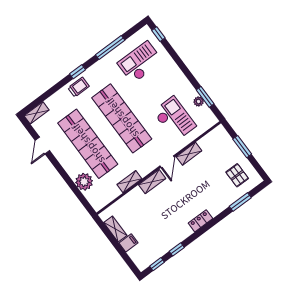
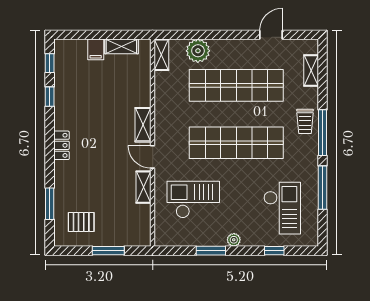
window: (158, 34) -> (274, 251), moved
window: (78, 72) -> (322, 133), width x2.17
window: (205, 97) -> (211, 251), moved
plant: (199, 102) -> (234, 240), moved
shelving: (37, 113) -> (311, 70), moved
checkout: (174, 119) -> (193, 200), turned 180
door: (42, 145) -> (271, 35), hinge flipped
shelving: (129, 182) -> (161, 55), moved

